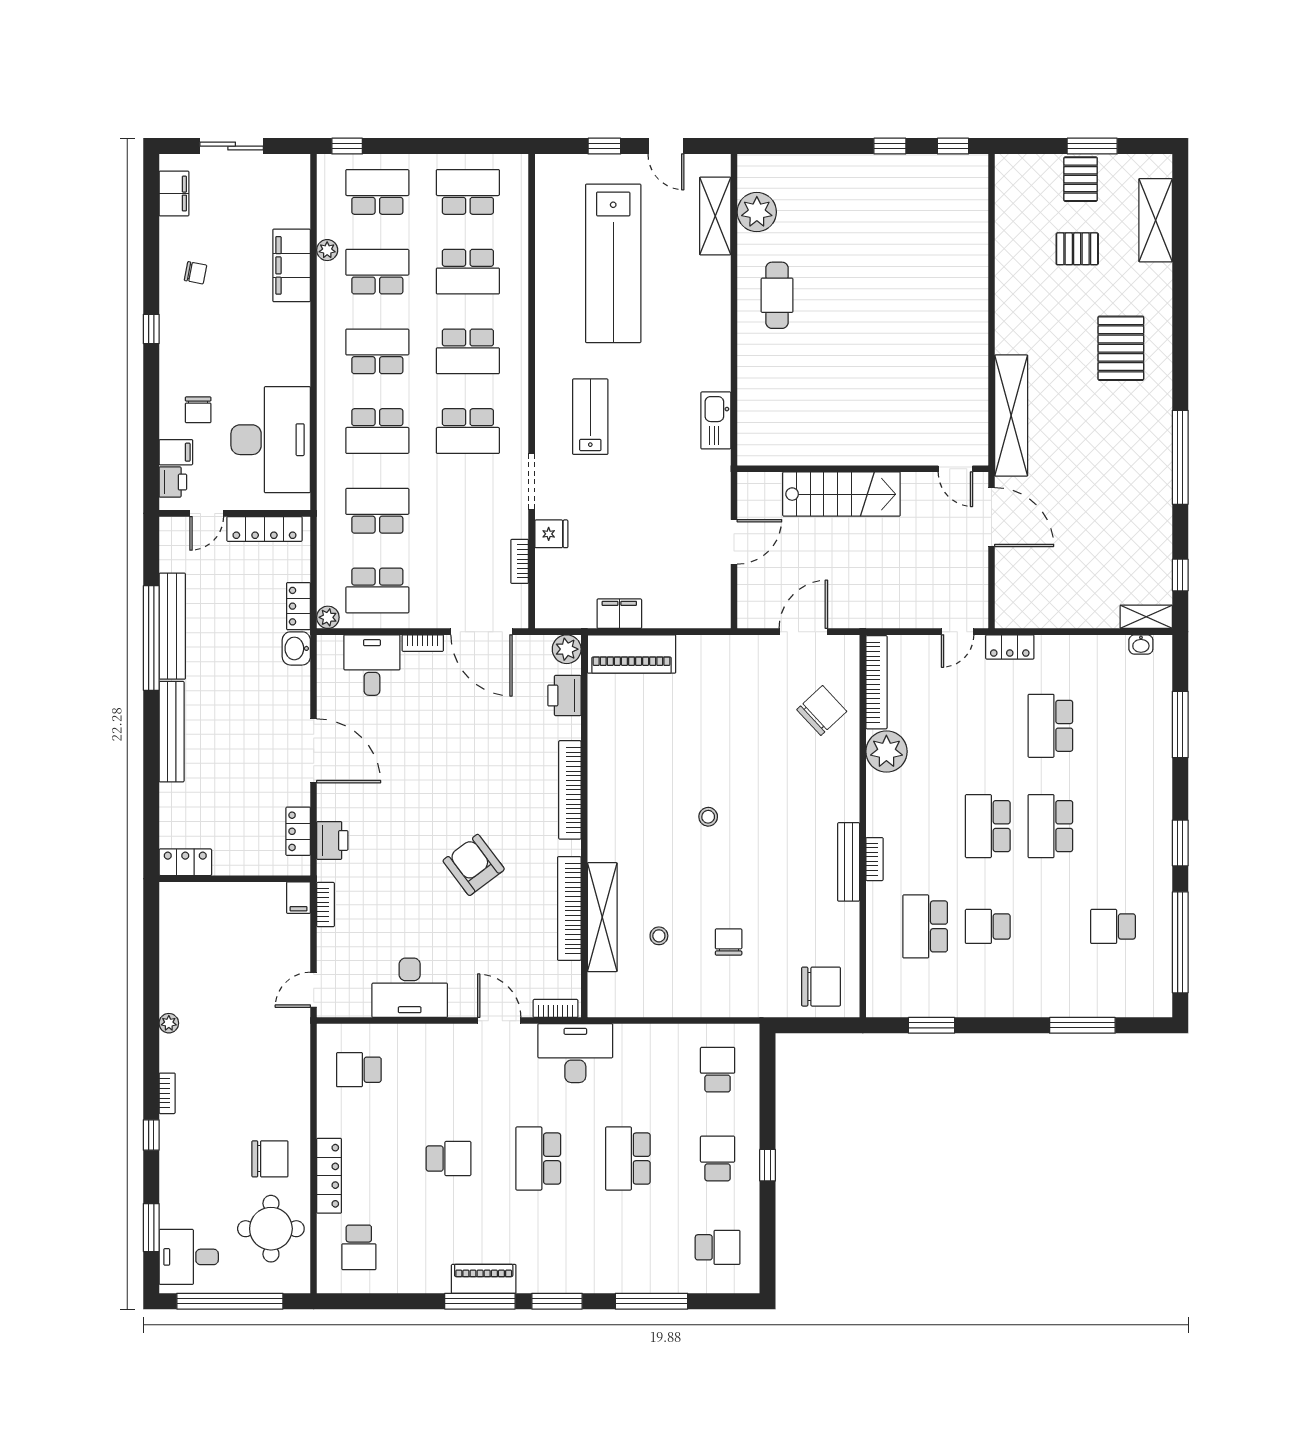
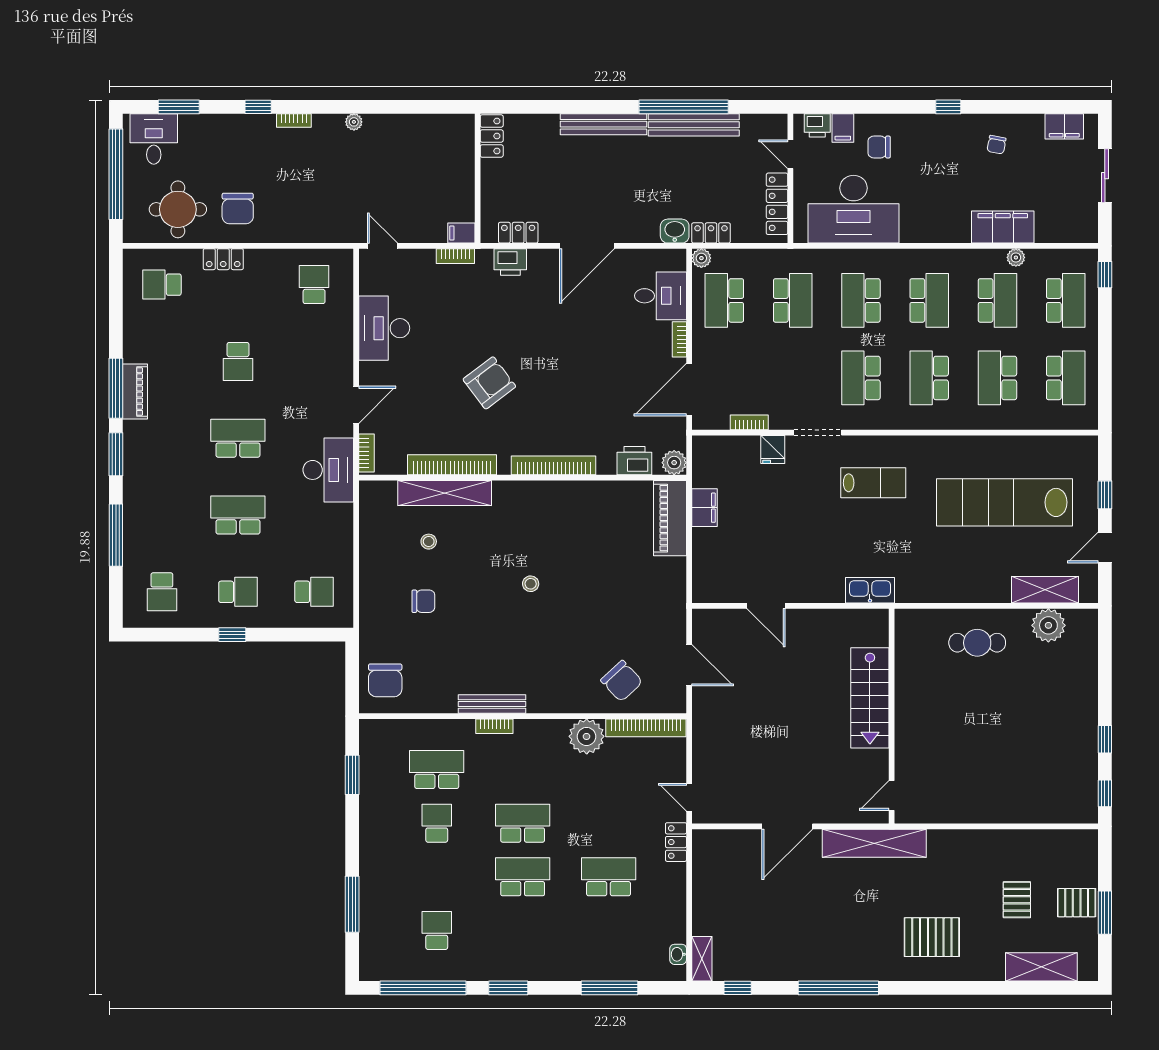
wall: (863, 469) -> (892, 716), moved
door: (955, 469) -> (892, 795), moved
stairs: (841, 494) -> (870, 698), moved
locker: (329, 1176) -> (223, 259), width x0.66

